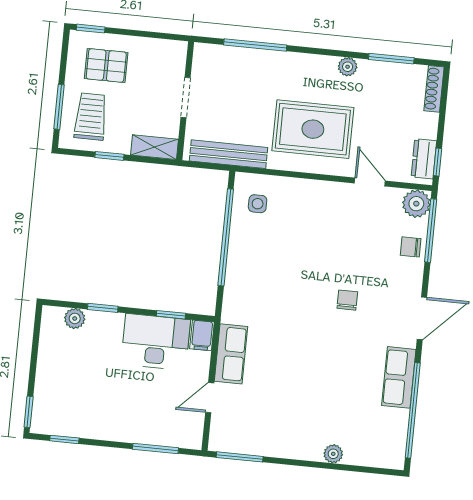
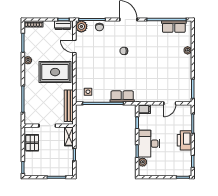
pallet: (106, 65) -> (32, 143), moved
trolley: (91, 117) -> (59, 164), removed
rug: (313, 129) -> (55, 72), turned 90
door: (370, 182) -> (74, 46), hinge flipped
desk: (156, 342) -> (149, 144), moved
row of seats: (231, 354) -> (122, 96), moved
row of seats: (399, 377) -> (174, 27), moved
door: (210, 398) -> (170, 103), hinge flipped
printer: (117, 425) -> (185, 140), added

